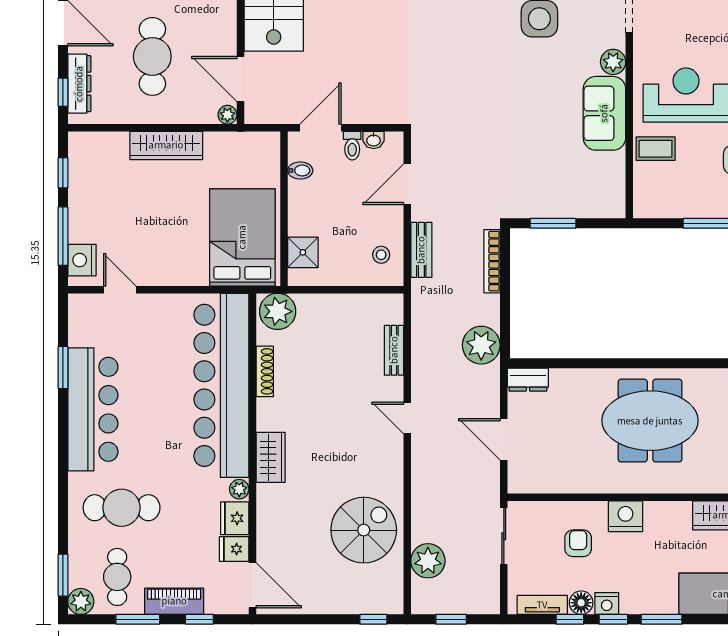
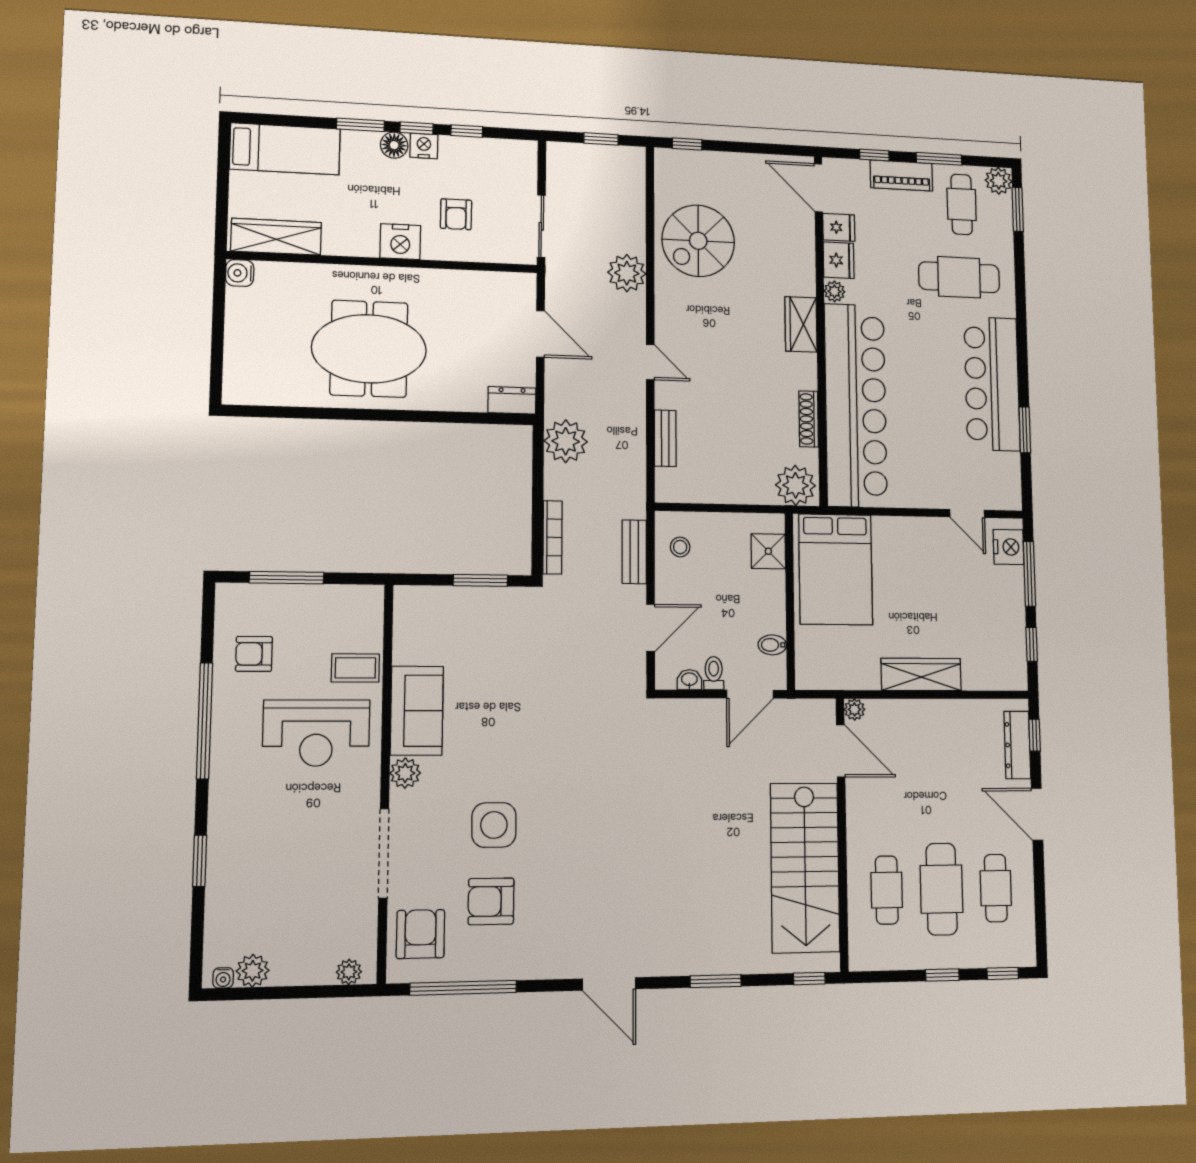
cafe table: (152, 56) -> (939, 777), removed
plant: (428, 561) -> (627, 273), moved
floor lamp: (581, 603) -> (394, 145), moved
tv unit: (542, 605) -> (498, 149), removed

